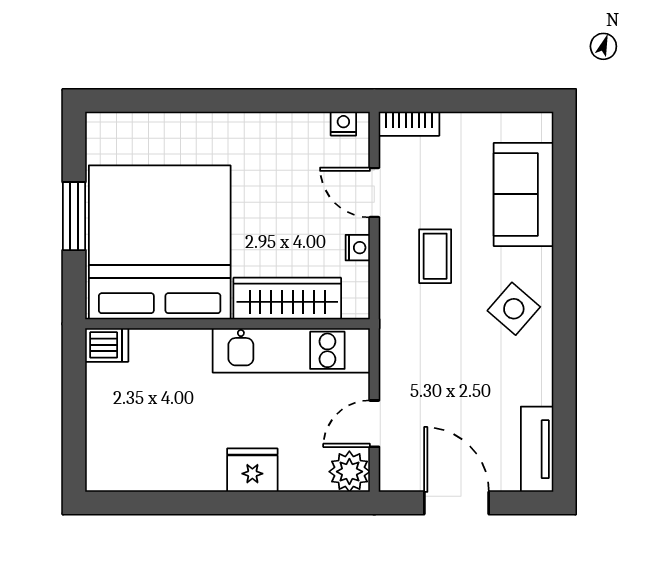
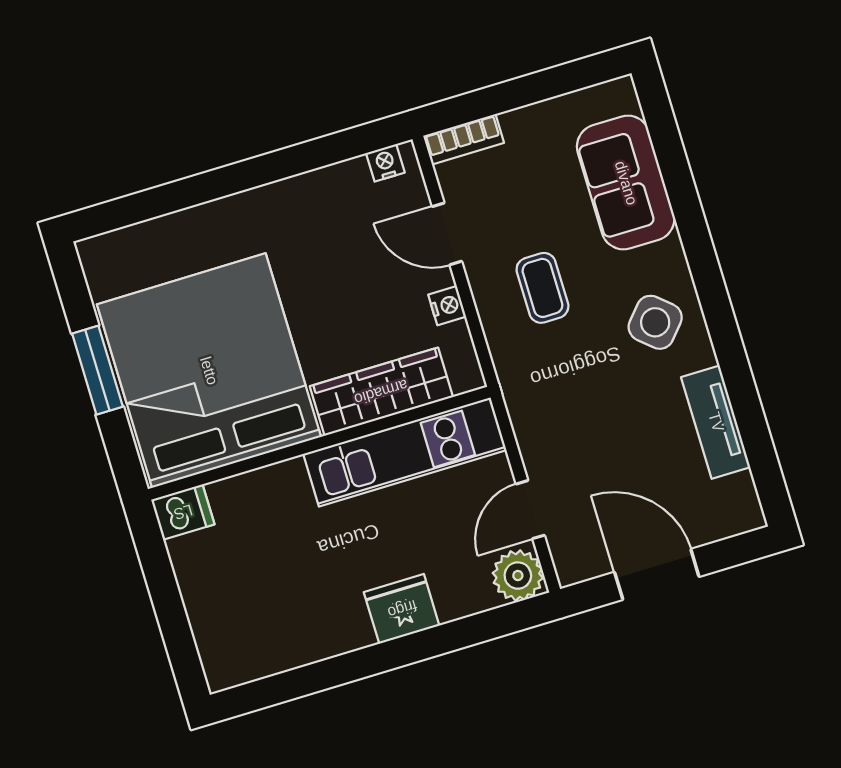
tv unit: (537, 449) -> (716, 422), moved

